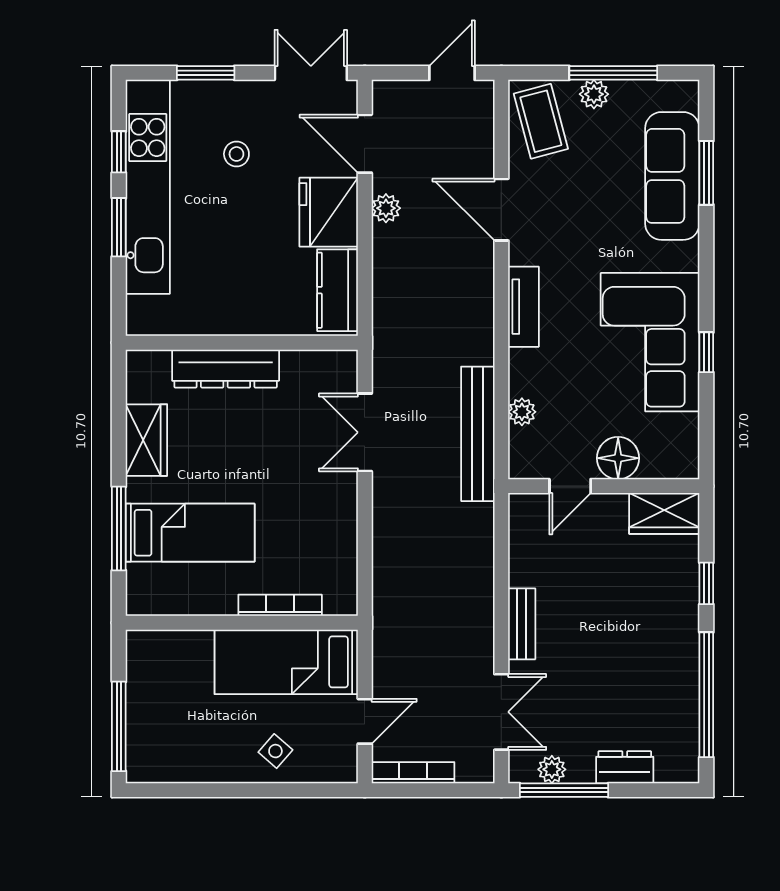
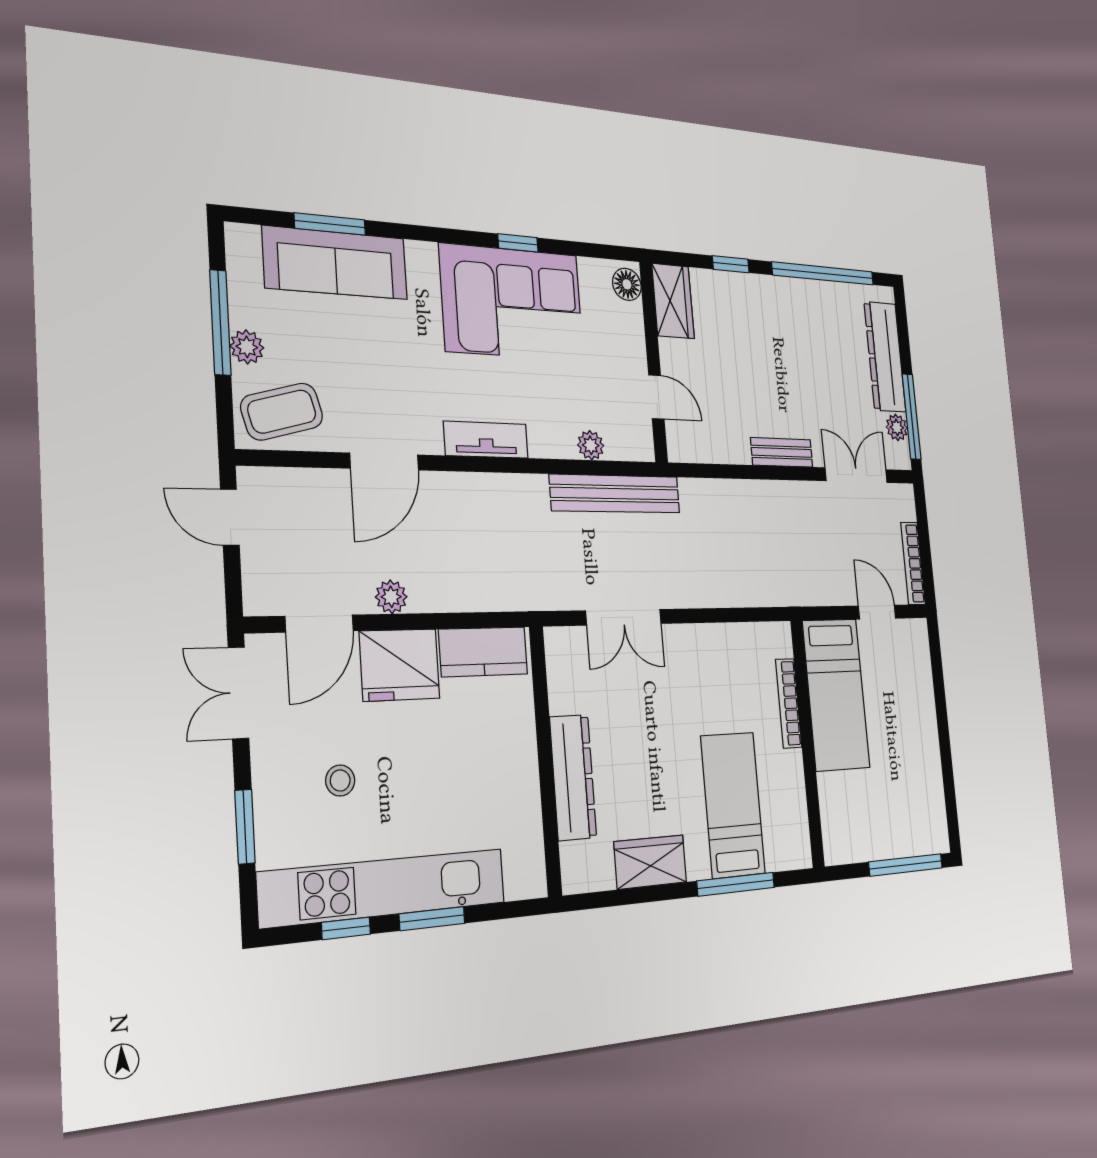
floor lamp: (618, 458) -> (627, 284), moved, width x0.73, depth x0.73
side table: (275, 751) -> (910, 702), removed
dresser: (625, 767) -> (885, 357), width x1.96, depth x1.24

